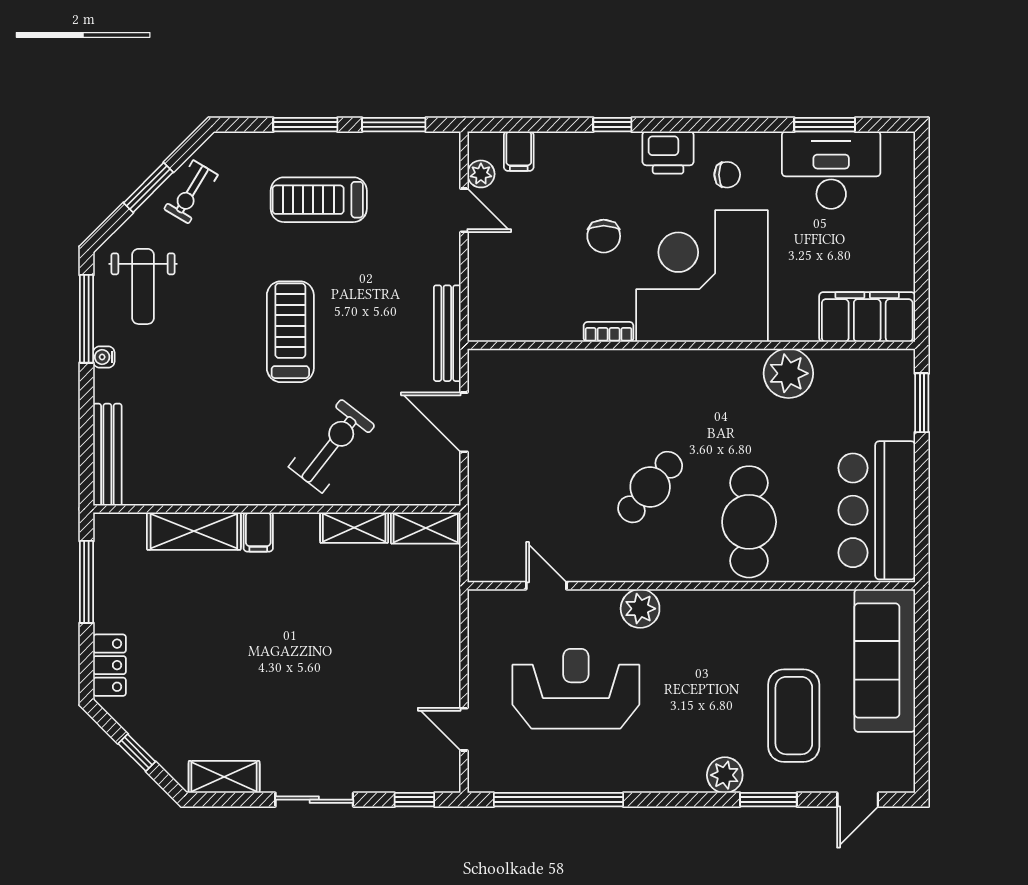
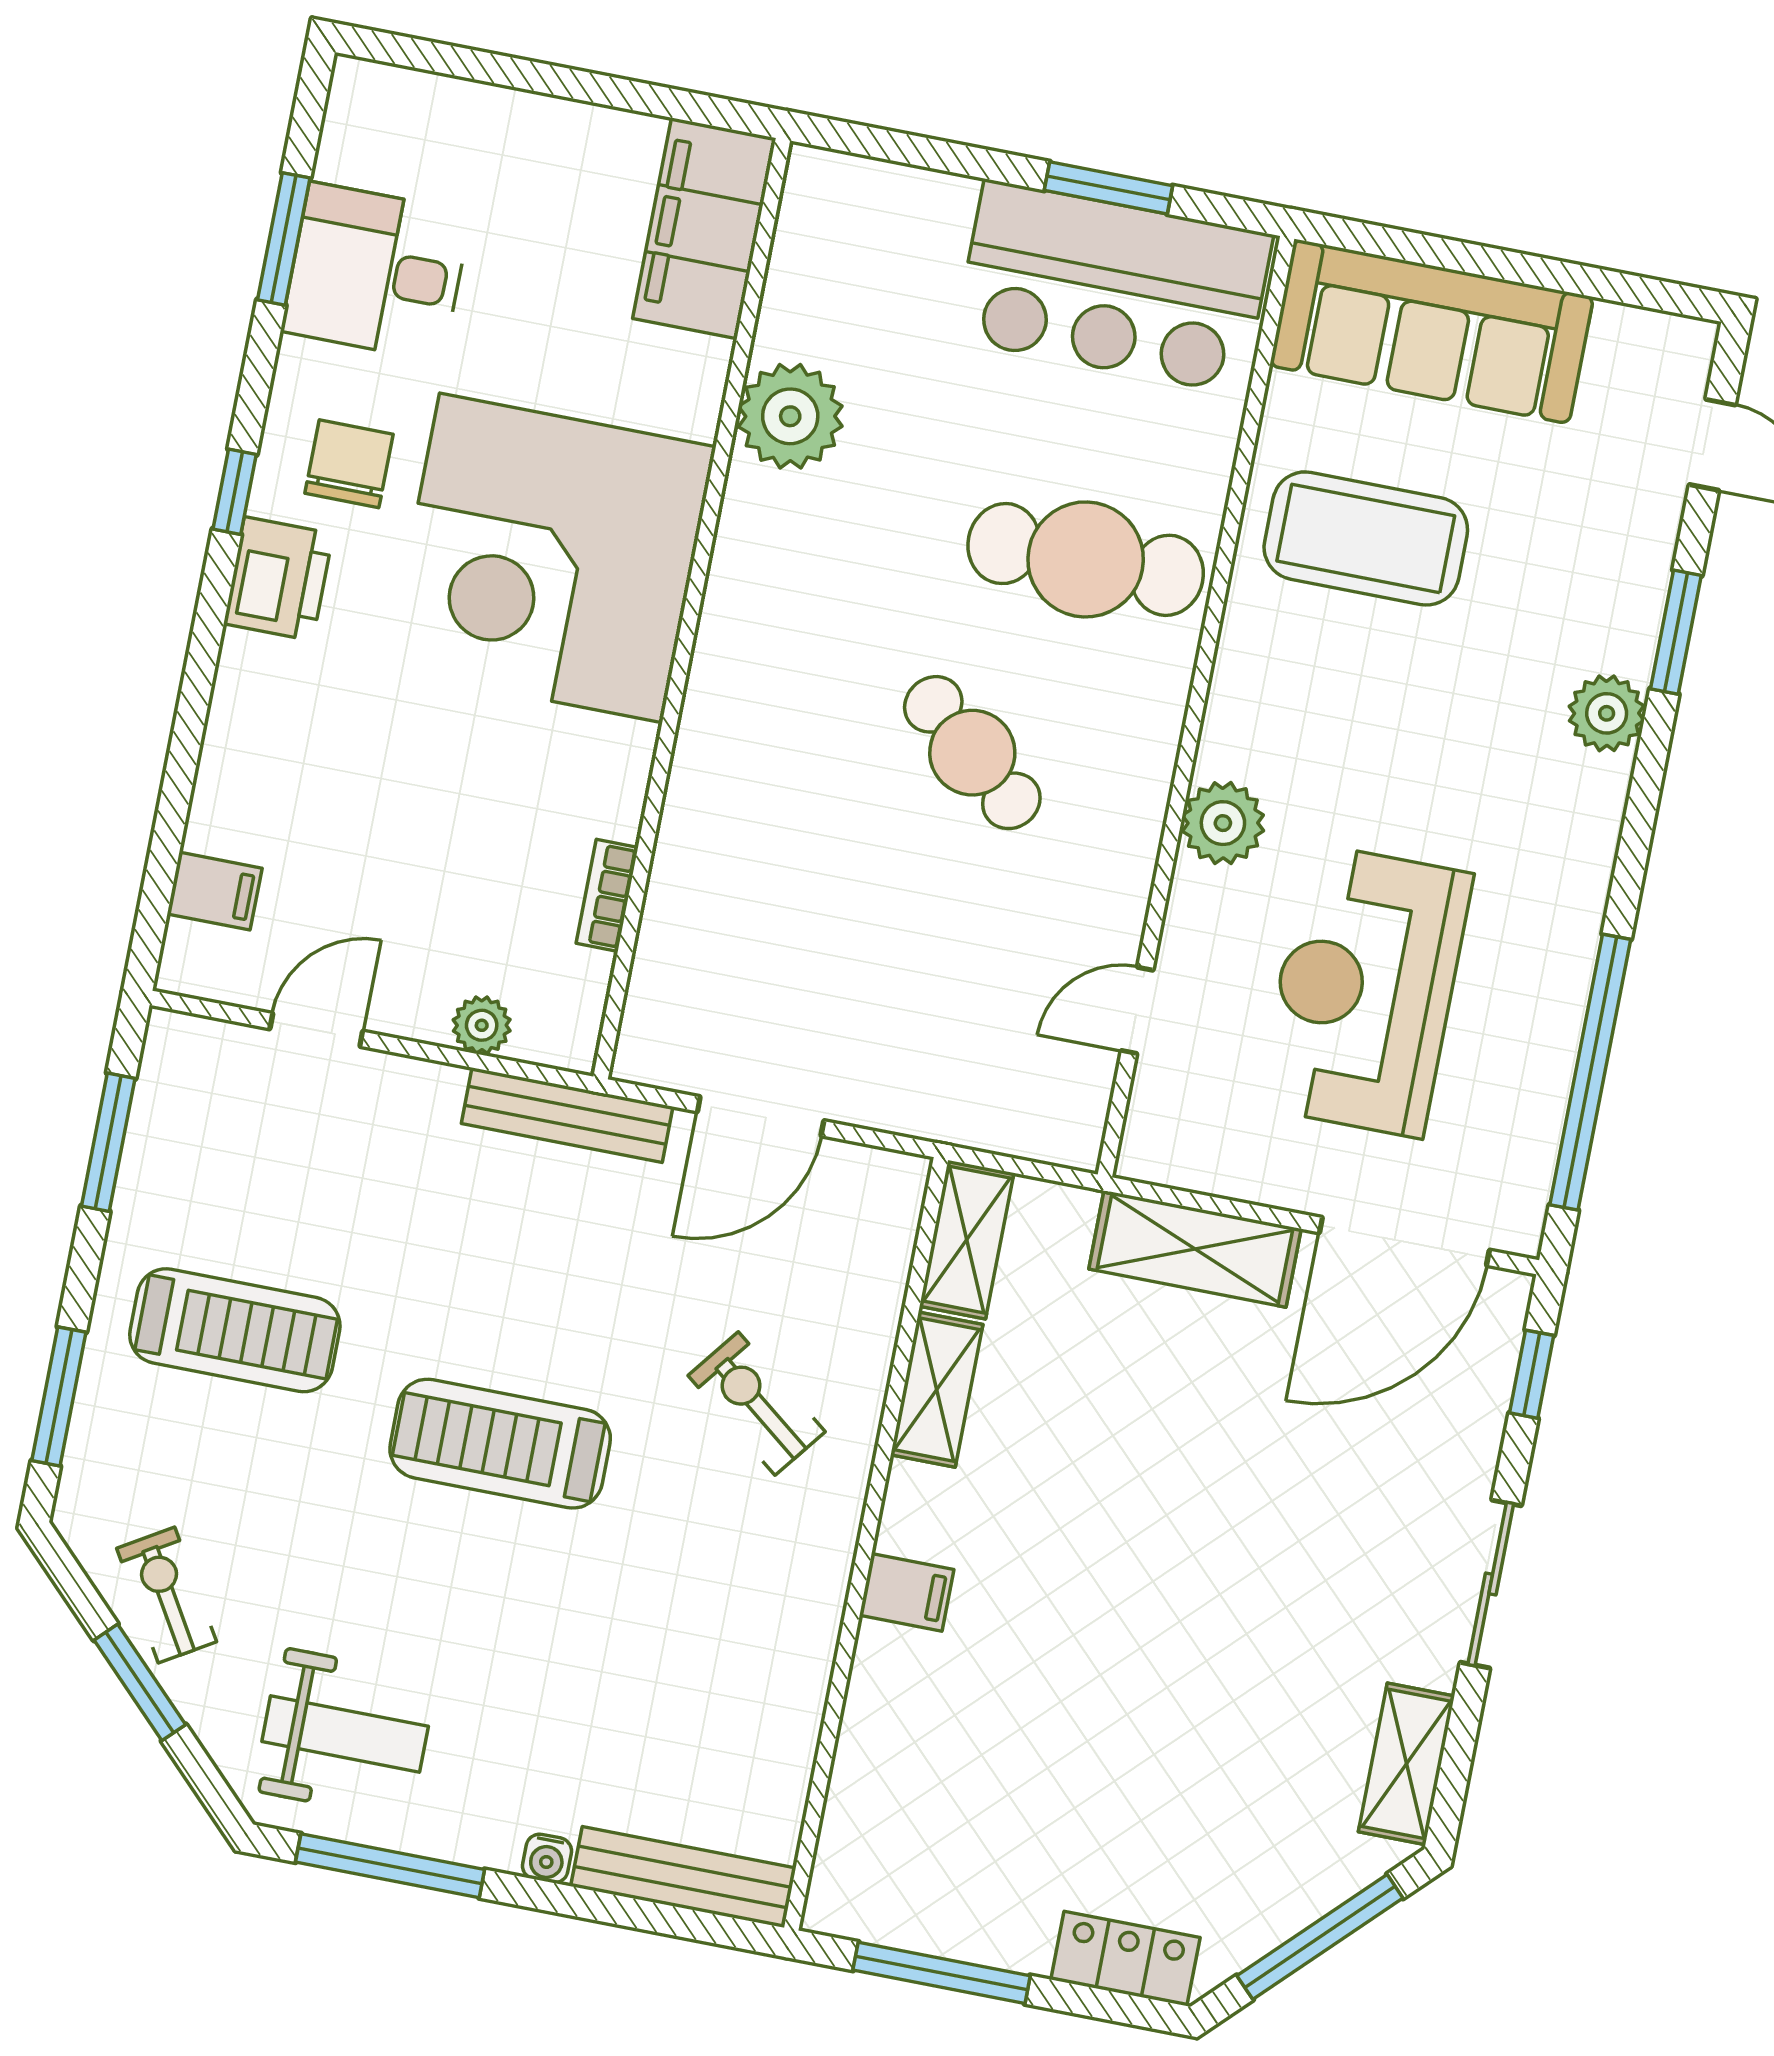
window: (305, 125) -> (59, 1396), moved
window: (612, 125) -> (235, 492), moved
desk: (831, 170) -> (376, 272), width x0.73
plant: (481, 174) -> (482, 1025), moved
chair: (727, 175) -> (349, 464), width x1.37, depth x1.37
exercise bike: (191, 192) -> (167, 1595), turned -152
treadmill: (319, 200) -> (235, 1330), turned -90
chair: (604, 236) -> (427, 748), removed
bookcase: (609, 332) -> (607, 895), moved
water cooler: (104, 357) -> (547, 1858), moved
window: (922, 403) -> (1108, 188), moved
exercise bike: (332, 446) -> (757, 1404), width x0.73, depth x0.72
shelving: (194, 531) -> (1195, 1249), moved, turned 90
coffee table: (794, 716) -> (1366, 538), moved
door: (464, 729) -> (1404, 1241), width x1.88
window: (137, 753) -> (1320, 1937), width x2.17

